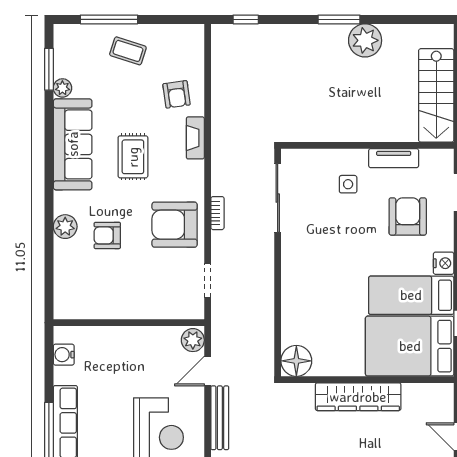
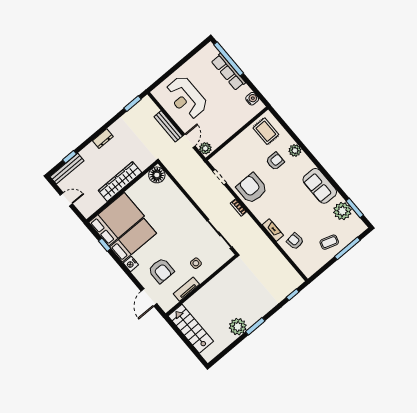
plant: (62, 88) -> (342, 211), width x1.87, depth x1.87
sofa: (73, 144) -> (320, 186), width x0.73
rug: (133, 157) -> (266, 131), moved
armchair: (175, 225) -> (252, 188), turned -90

